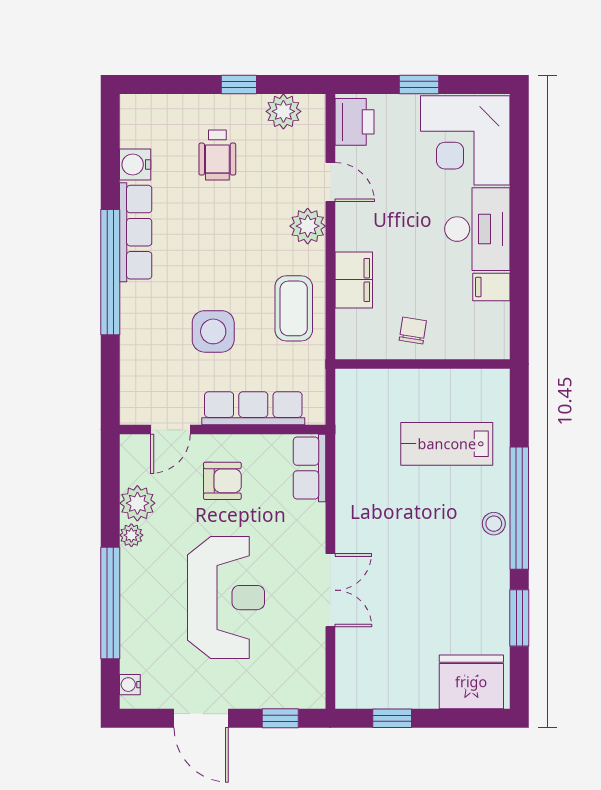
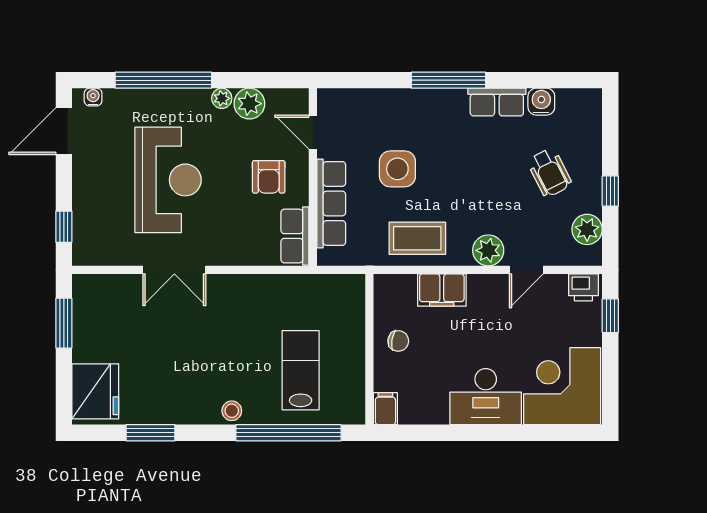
window: (419, 85) -> (610, 316), moved
printer: (354, 122) -> (583, 287), width x0.73, depth x0.81
wheelchair: (217, 155) -> (549, 172), turned -117
row of seats: (136, 232) -> (497, 102), width x0.68
window: (110, 272) -> (448, 80), width x0.68
filing cabinet: (491, 287) -> (385, 409), moved
row of seats: (310, 468) -> (295, 236), moved, turned -90
window: (519, 508) -> (288, 433), moved
reception desk: (226, 598) -> (168, 180), turned -90
door: (201, 718) -> (64, 131), moved
window: (392, 718) -> (64, 323), width x1.50

